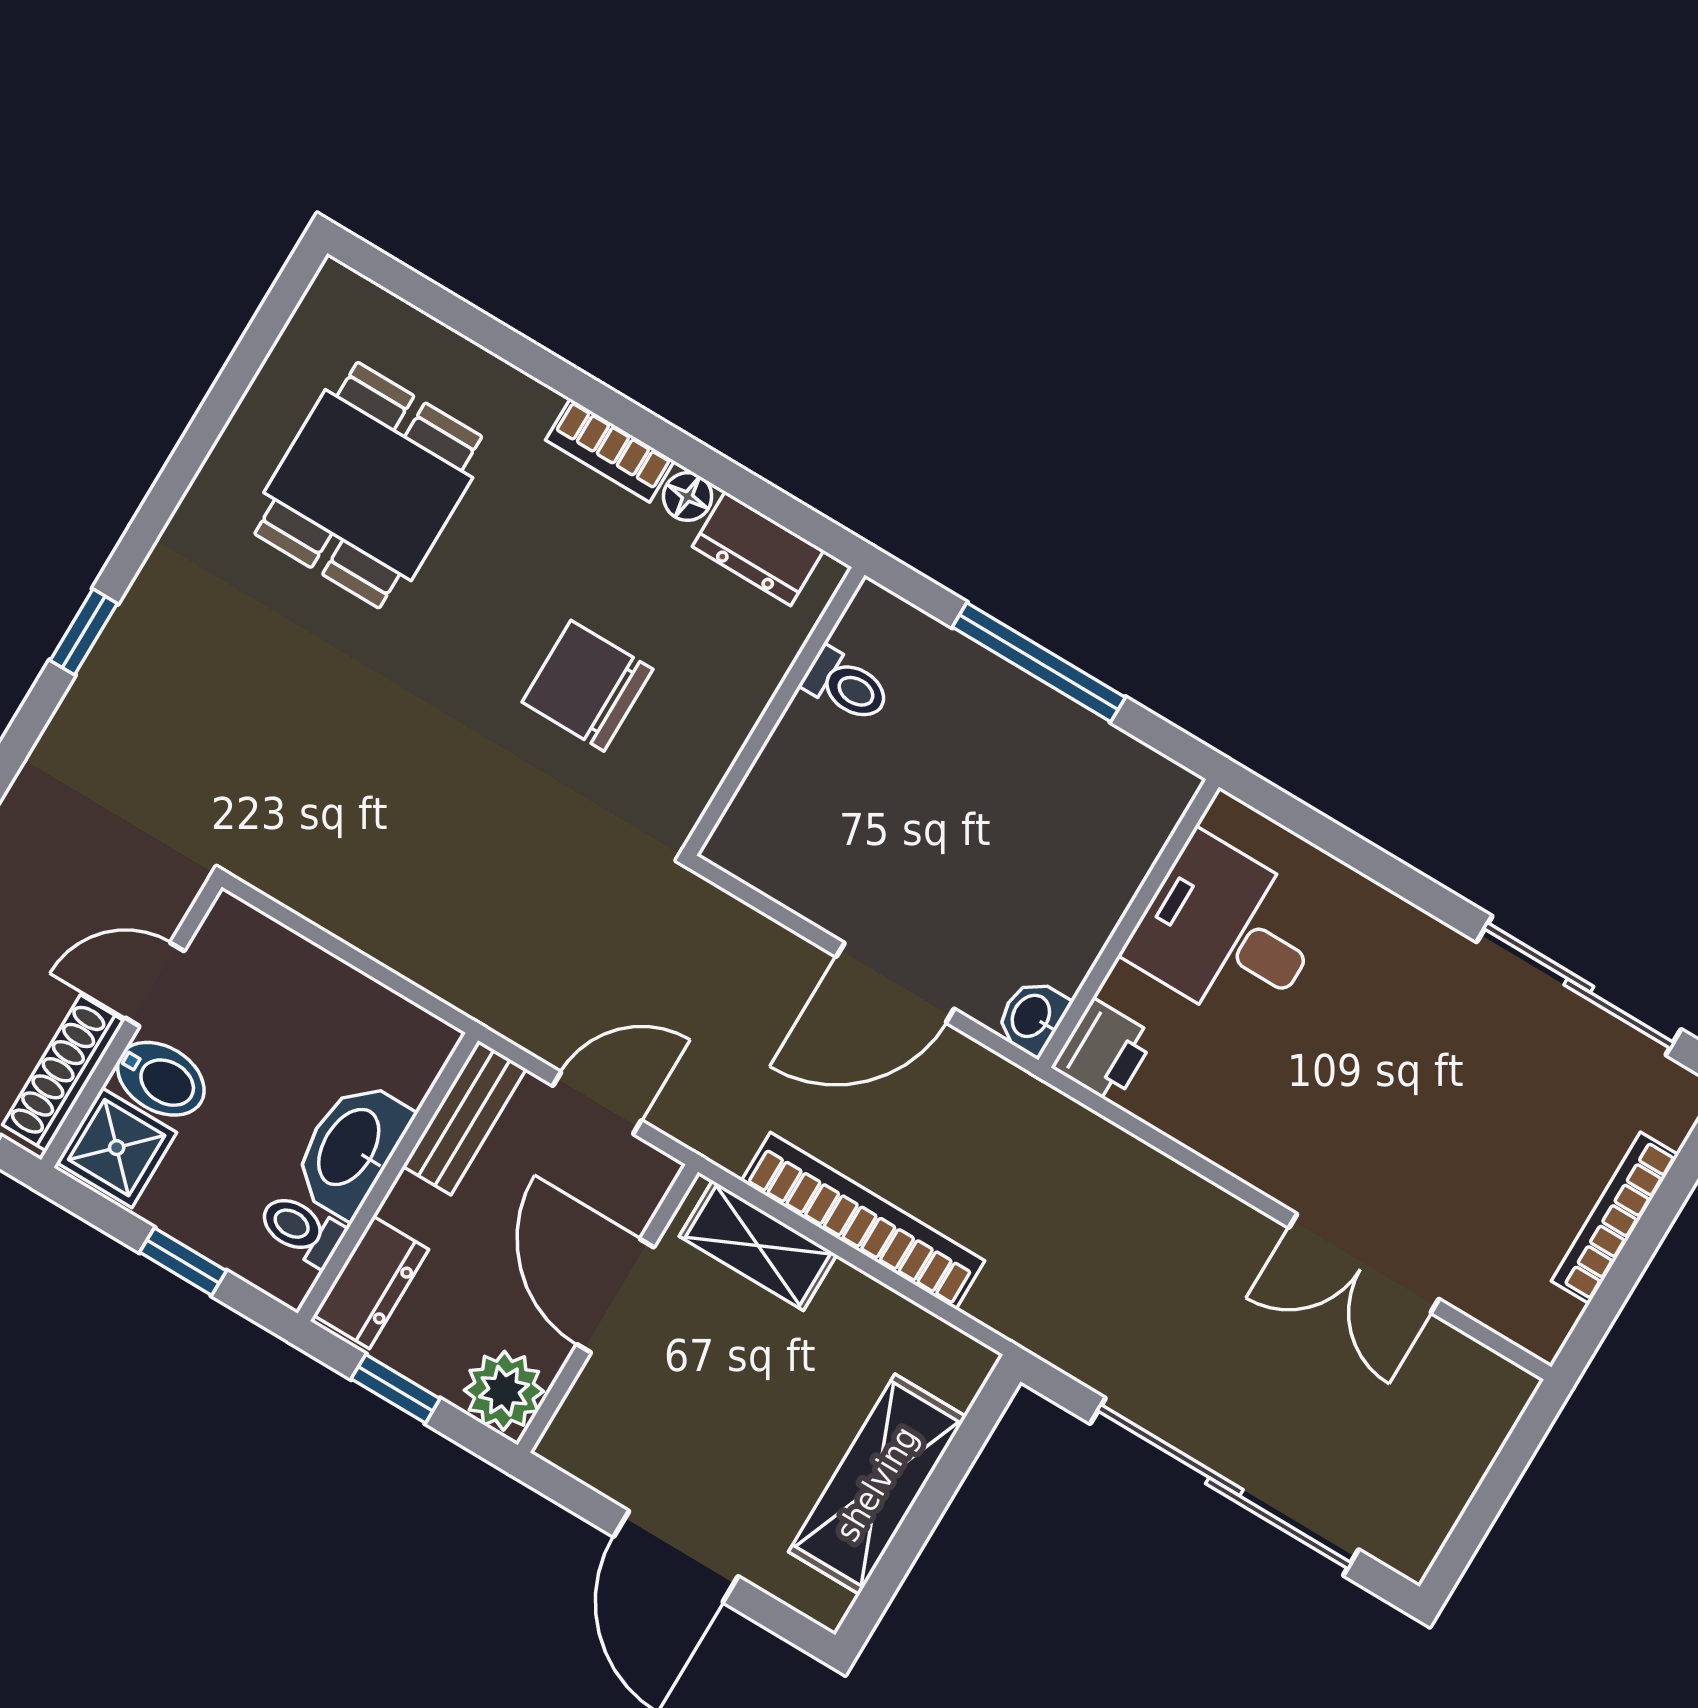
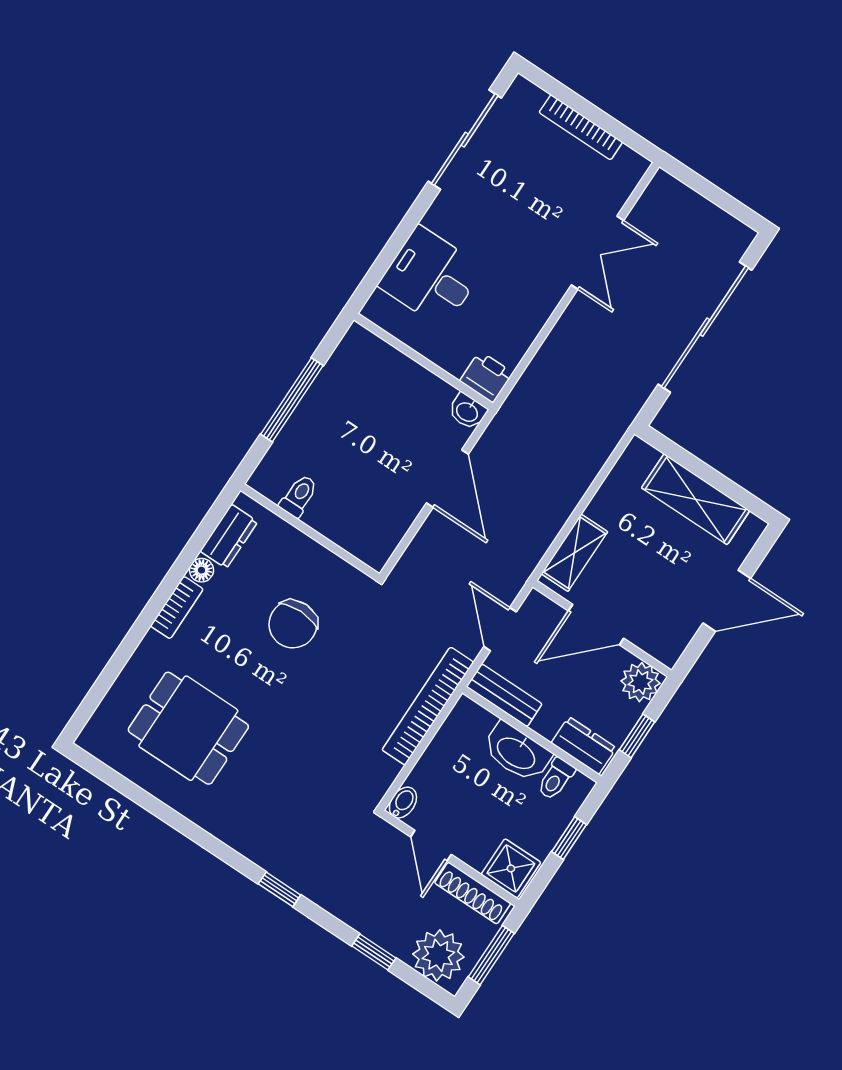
window: (84, 632) -> (280, 889), moved
desk: (1227, 933) -> (431, 277), moved, turned 90
bidet: (161, 1079) -> (403, 803), moved, width x0.72, depth x0.74
bookcase: (863, 1221) -> (428, 706), moved

